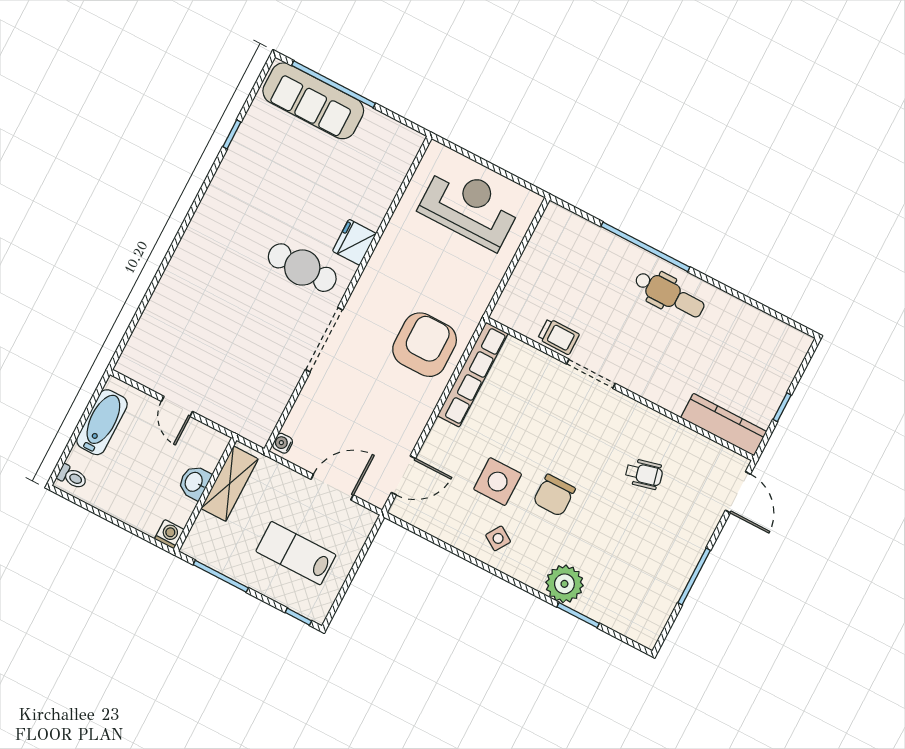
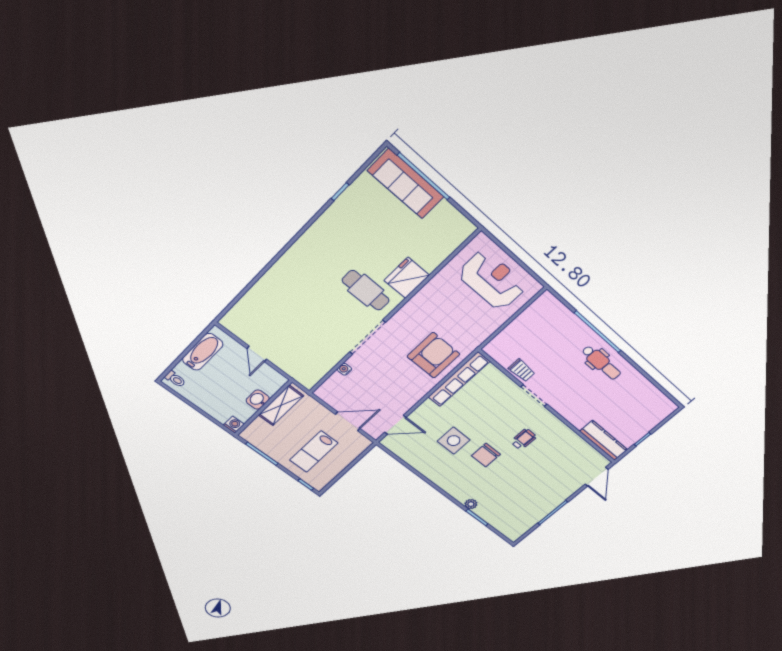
fridge: (354, 242) -> (407, 278), width x1.36, depth x1.34
water cooler: (283, 443) -> (344, 369), moved
wheelchair: (644, 474) -> (524, 439), moved, turned -76
side table: (498, 538) -> (443, 470), removed
lab bench: (296, 553) -> (314, 452), turned -90
plant: (564, 584) -> (471, 504), width x0.53, depth x0.53

